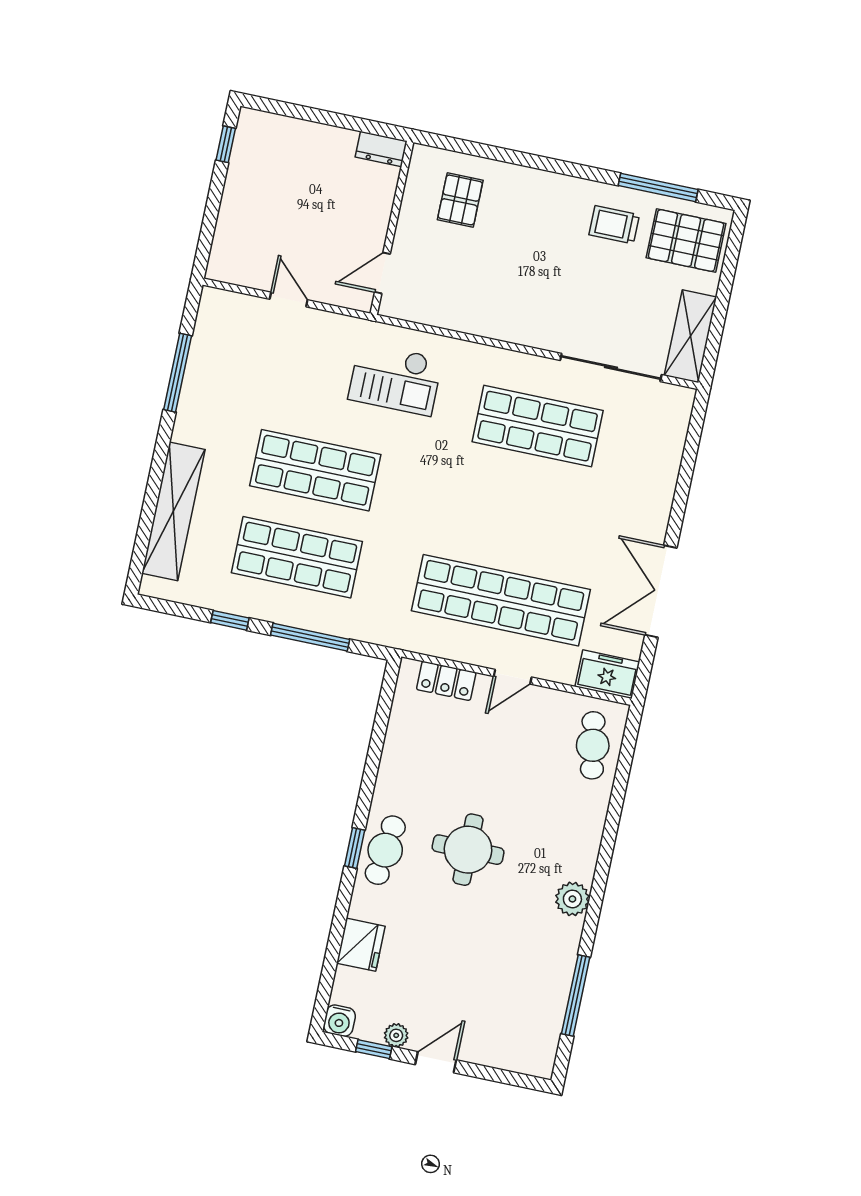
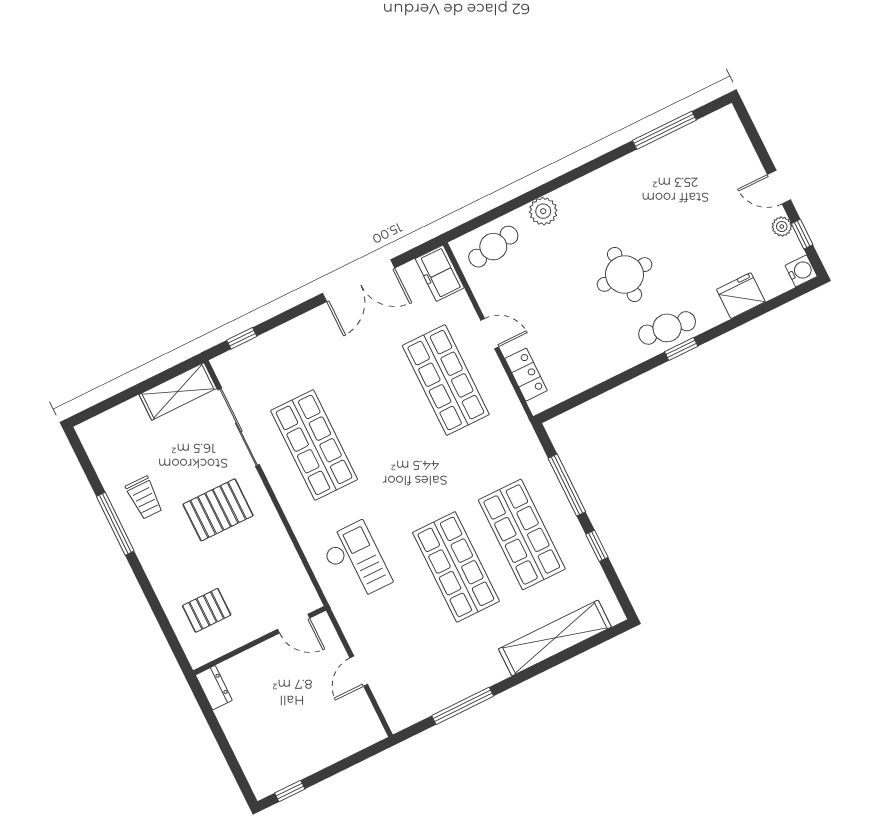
window: (658, 187) -> (115, 524), moved
pallet: (686, 241) -> (218, 510), moved, turned 90
window: (693, 437) -> (242, 338), added
shop shelf: (501, 600) -> (446, 380), width x0.71
plant: (572, 899) -> (543, 211), moved

